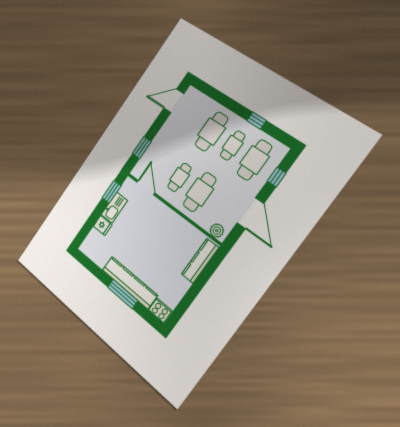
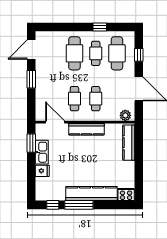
window: (142, 148) -> (31, 79), moved
cafe table: (200, 192) -> (96, 99), width x0.73, depth x0.74
kitchen counter: (169, 216) -> (86, 129), added
window: (89, 265) -> (53, 205), added
window: (123, 294) -> (79, 205), moved

